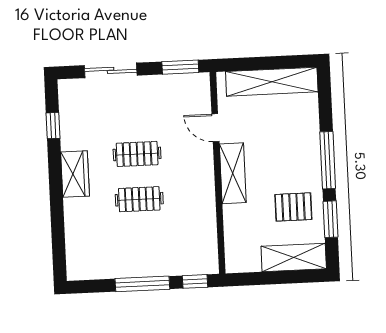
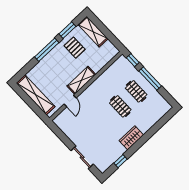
window: (180, 67) -> (59, 133), removed
clothes rail: (137, 154) -> (136, 91), moved

